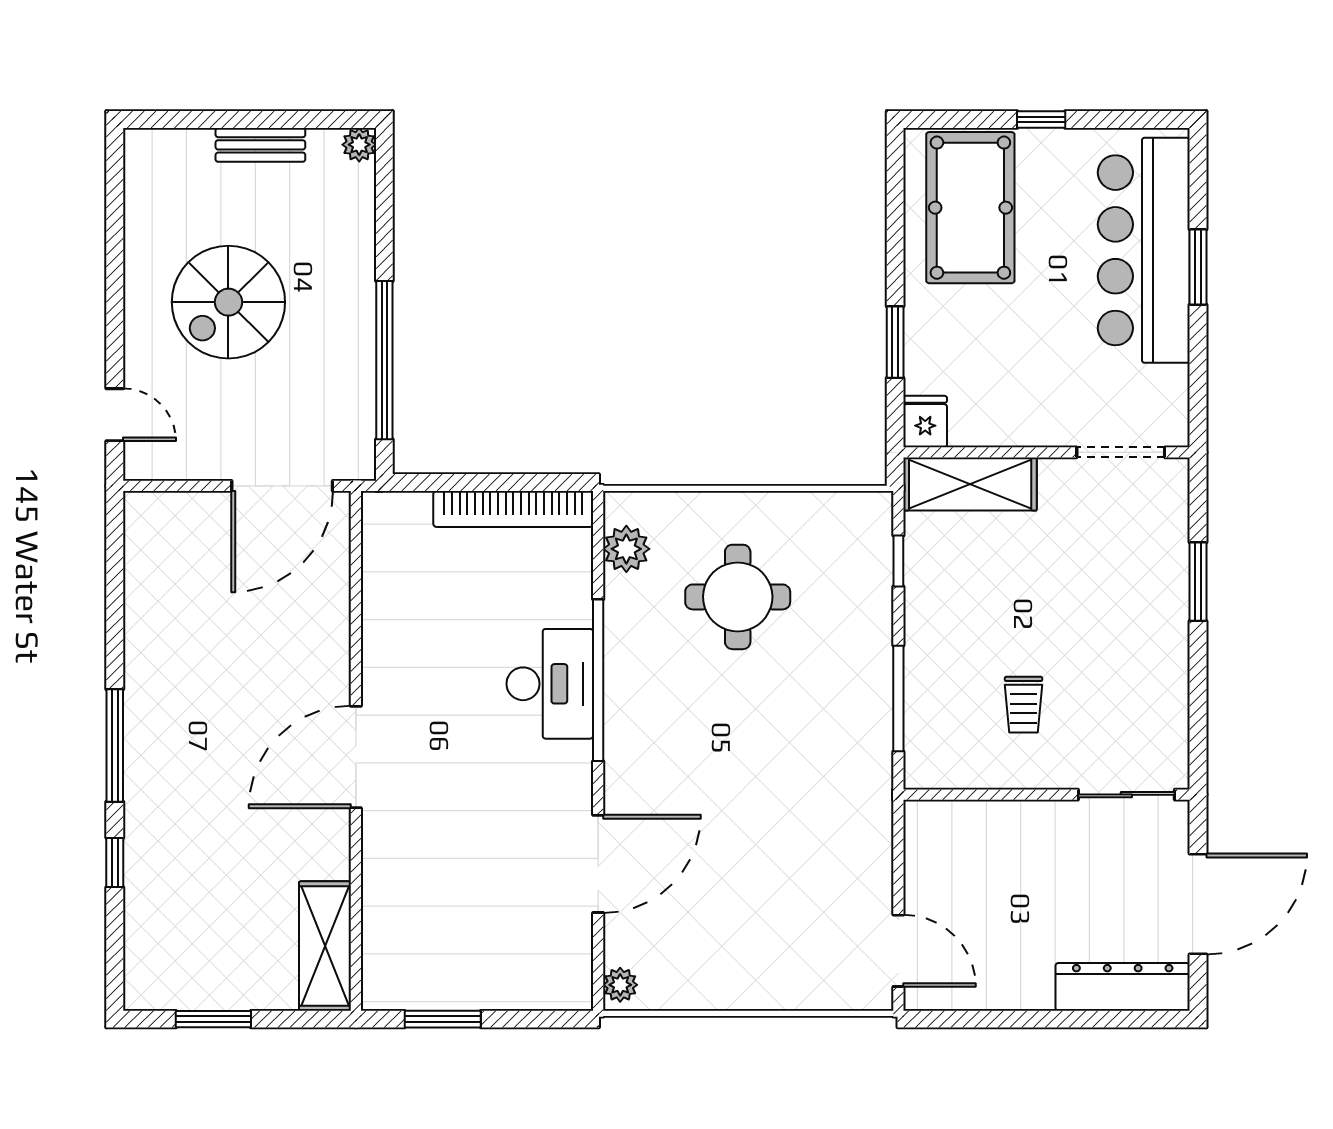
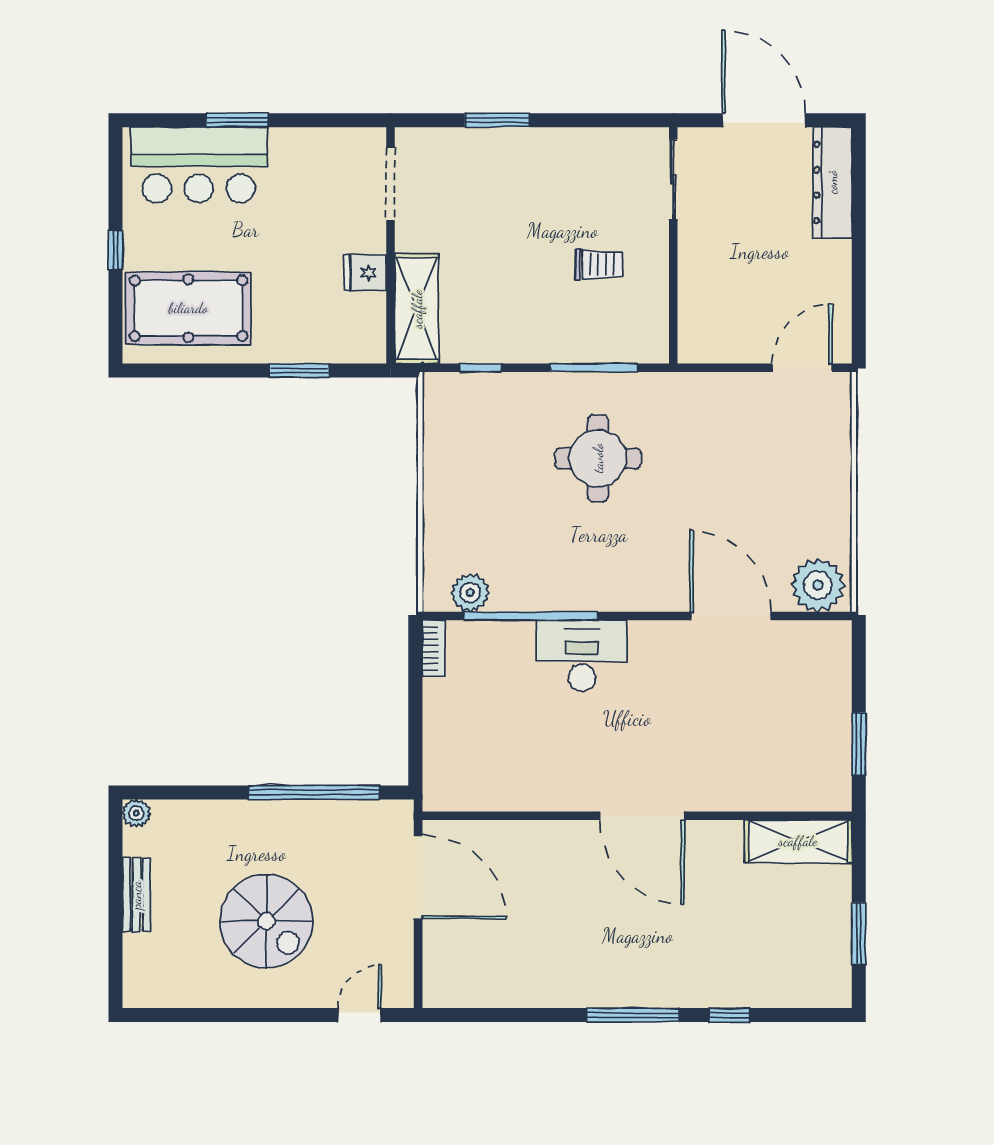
bar counter: (1144, 250) -> (199, 165), width x0.73
fridge: (925, 422) -> (365, 273), moved
bookcase: (513, 509) -> (434, 649), width x0.43, depth x0.76
round table: (738, 597) -> (598, 458), moved
window: (598, 680) -> (530, 616), moved
plant: (620, 985) -> (818, 585), width x1.87, depth x1.87

